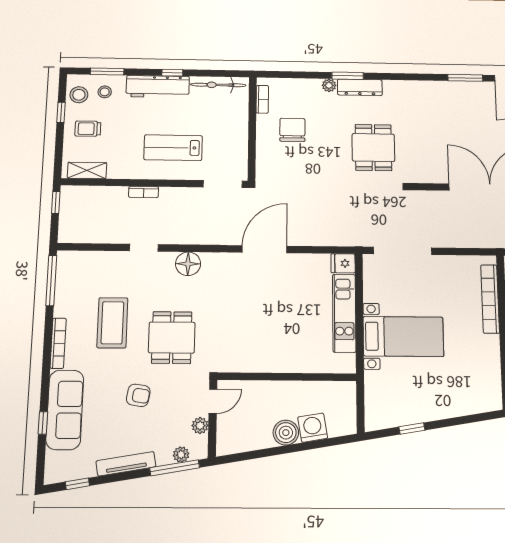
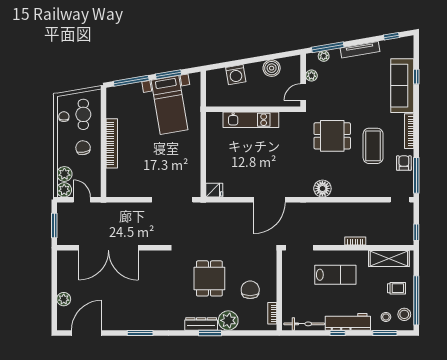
window: (465, 78) -> (140, 333), moved
plant: (329, 85) -> (228, 320), width x1.88, depth x1.88
window: (61, 112) -> (416, 300), width x3.17
chair: (292, 130) -> (250, 290), turned 180
dining table: (373, 148) -> (209, 278), moved
shelving: (87, 170) -> (389, 259), width x1.50, depth x1.33
doorway: (144, 248) -> (400, 200), moved
bookcase: (490, 299) -> (112, 143), moved
kitchen unit: (344, 313) -> (251, 120), moved, turned 90
bed with nightstands: (403, 336) -> (169, 105), moved, turned -100
dining table: (172, 338) -> (332, 136), turned 90
armchair: (138, 395) -> (404, 163), moved, turned 81
window: (466, 420) -> (131, 81), added
window: (412, 429) -> (169, 74), width x1.50
boiler: (286, 433) -> (272, 68), moved

